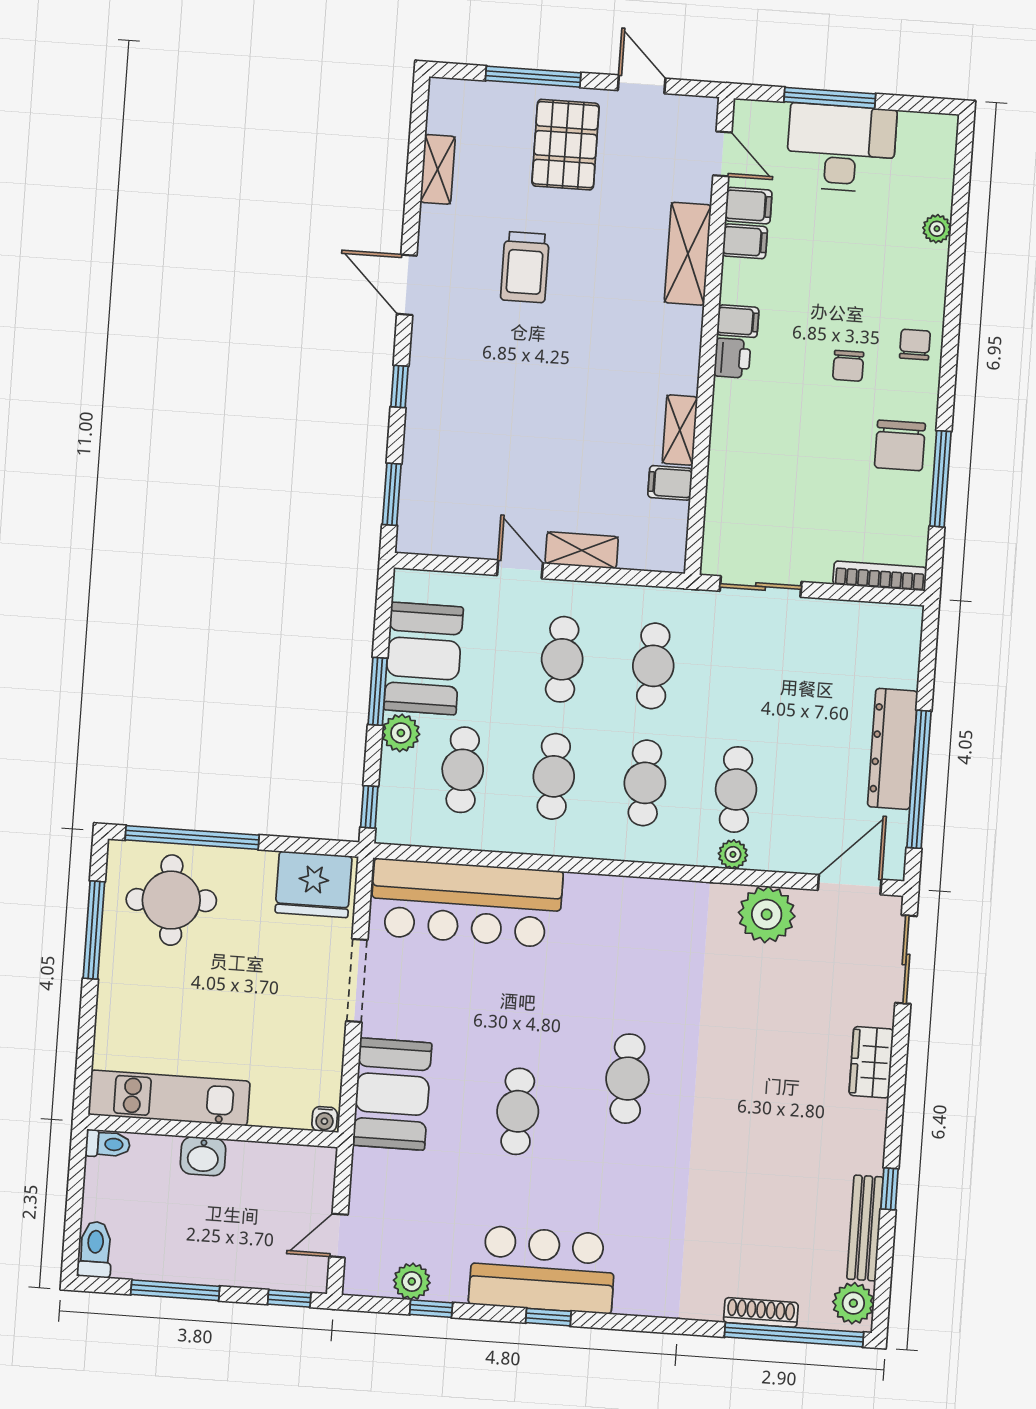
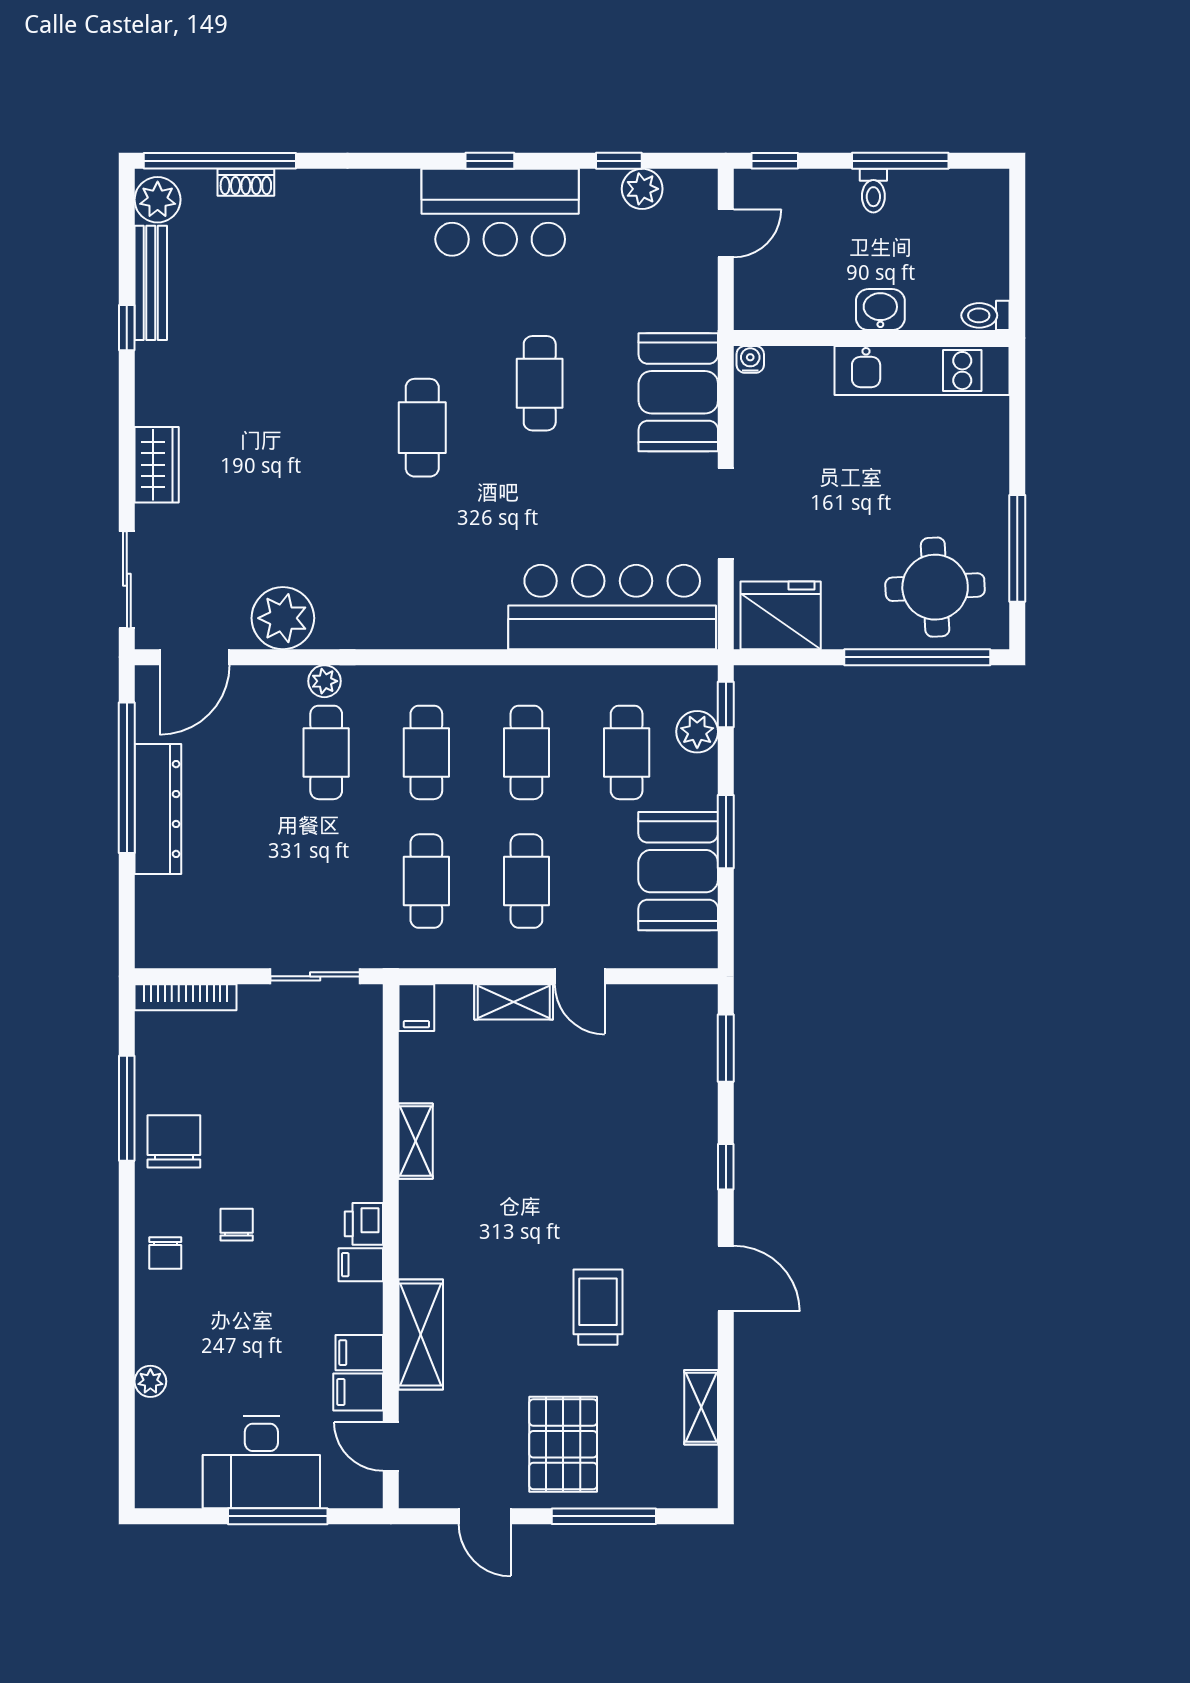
filing cabinet: (670, 483) -> (416, 1008), moved, turned 90
plant: (401, 733) -> (697, 732), moved
toilet: (95, 1250) -> (873, 191), moved, width x0.73, depth x0.72
shoe rack: (761, 1313) -> (246, 182), width x0.70

